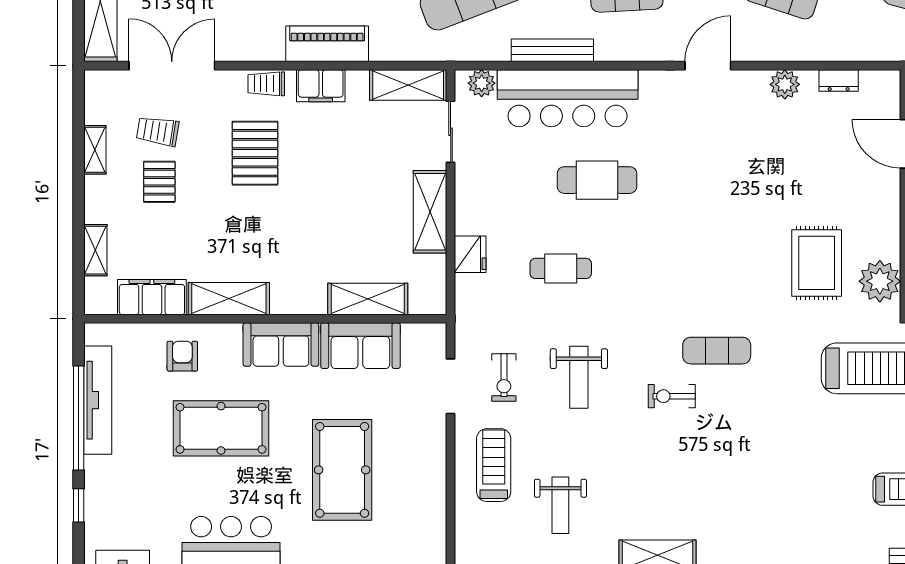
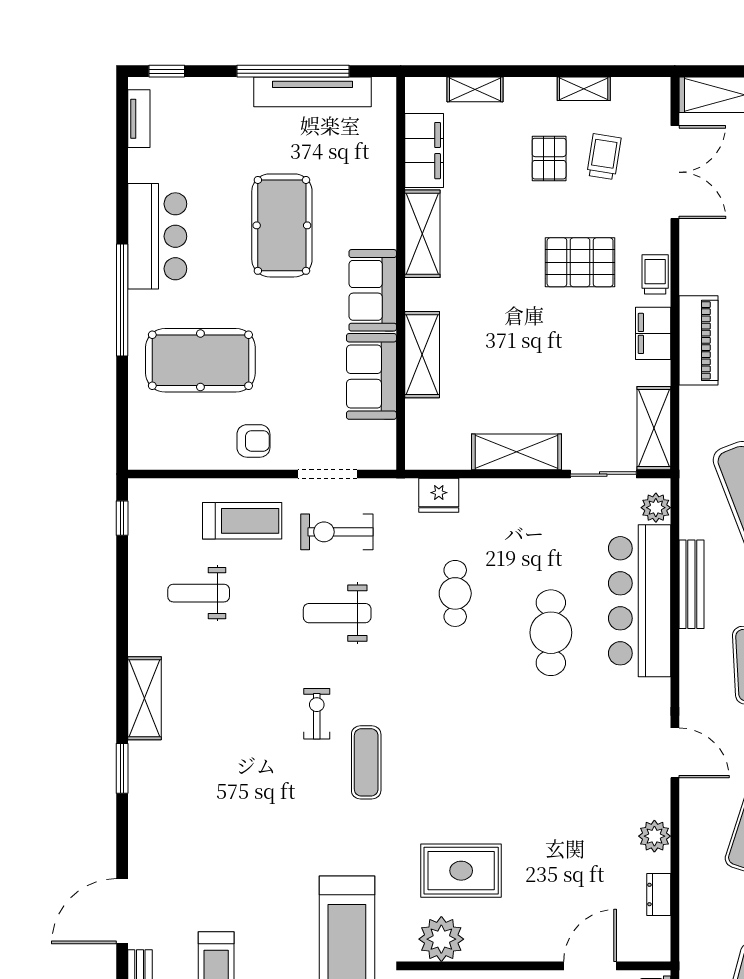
pallet: (159, 182) -> (549, 159), turned 90
fridge: (470, 254) -> (439, 495), moved
shelving: (368, 299) -> (422, 355), moved
armchair: (182, 356) -> (253, 441), moved
exercise bike: (504, 378) -> (337, 532), width x1.38, depth x1.39
pool table: (342, 470) -> (200, 360), moved
window: (79, 505) -> (167, 71), moved

